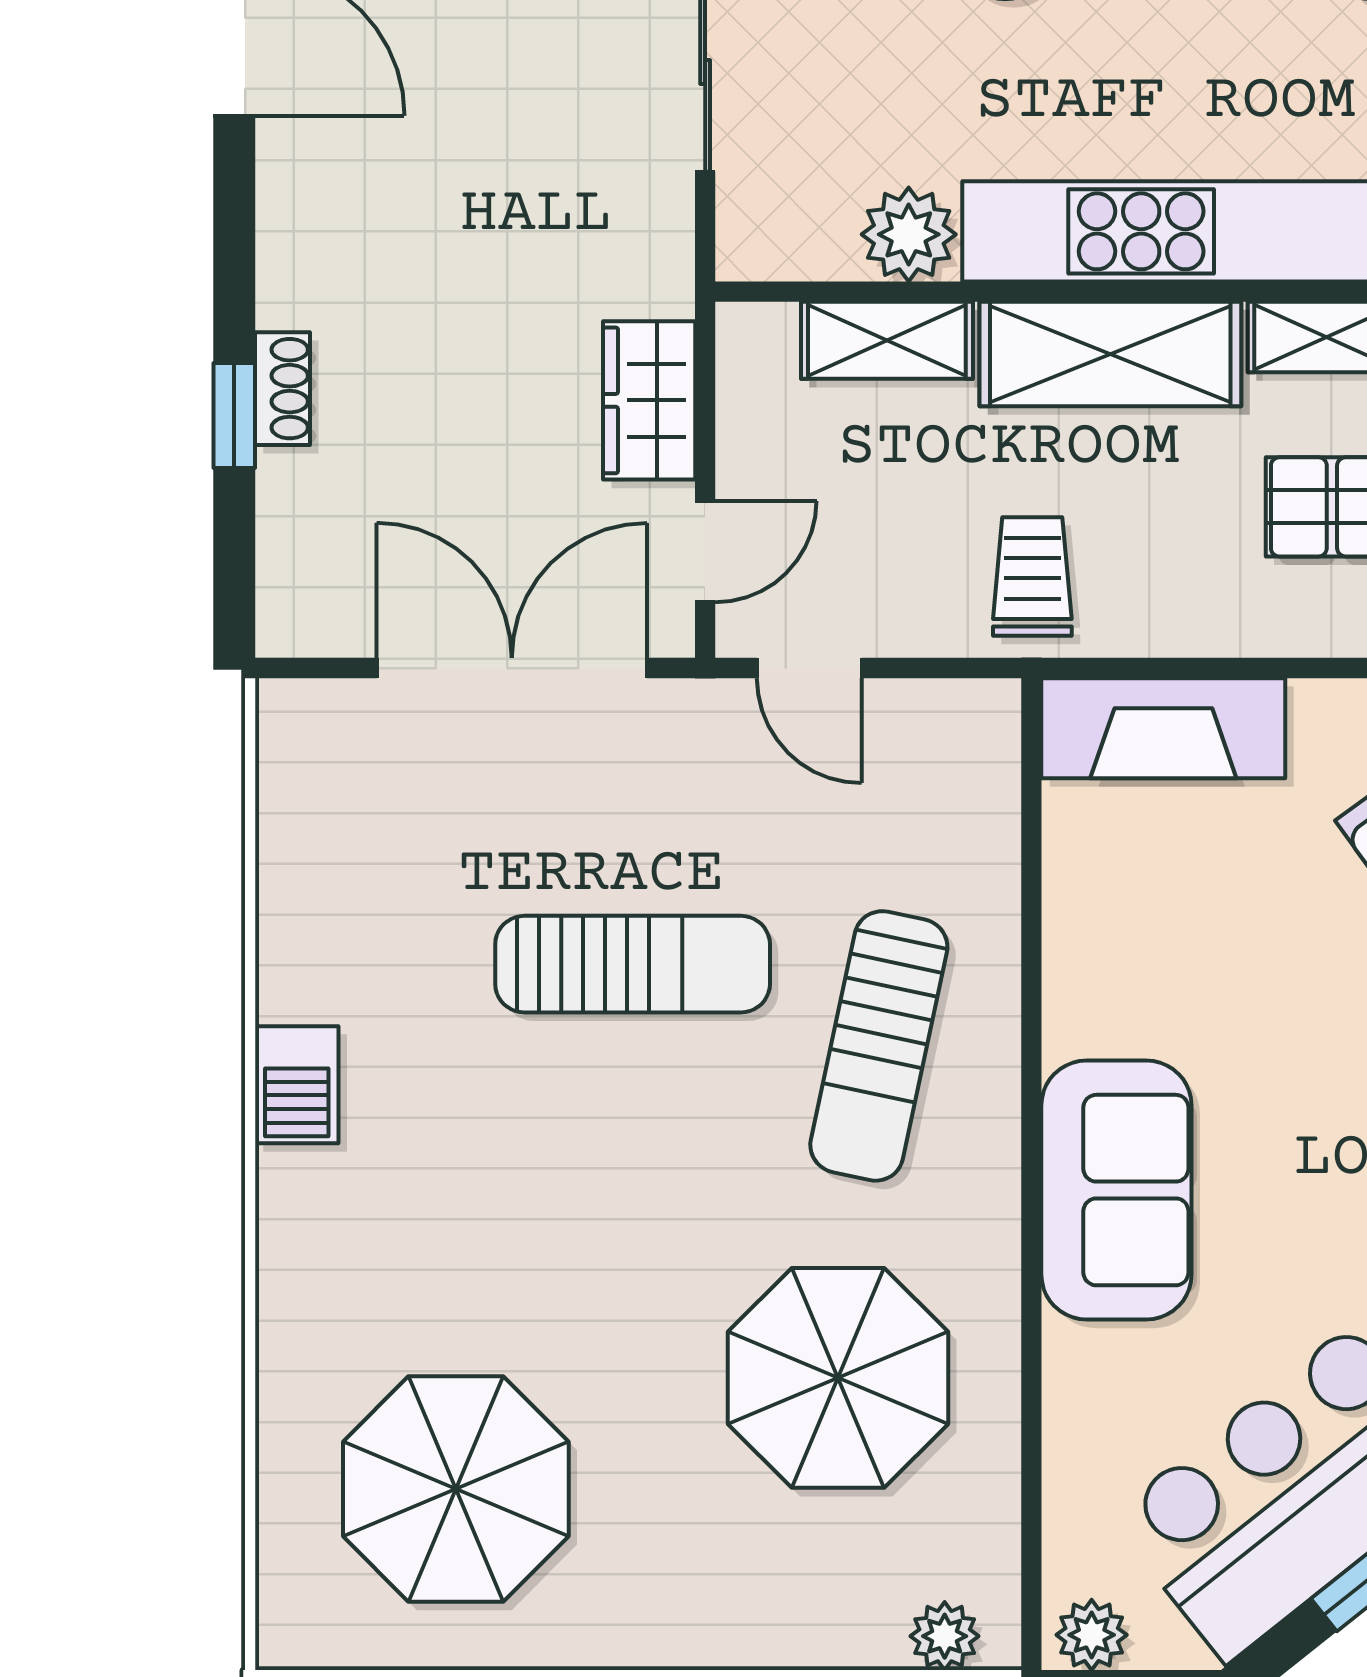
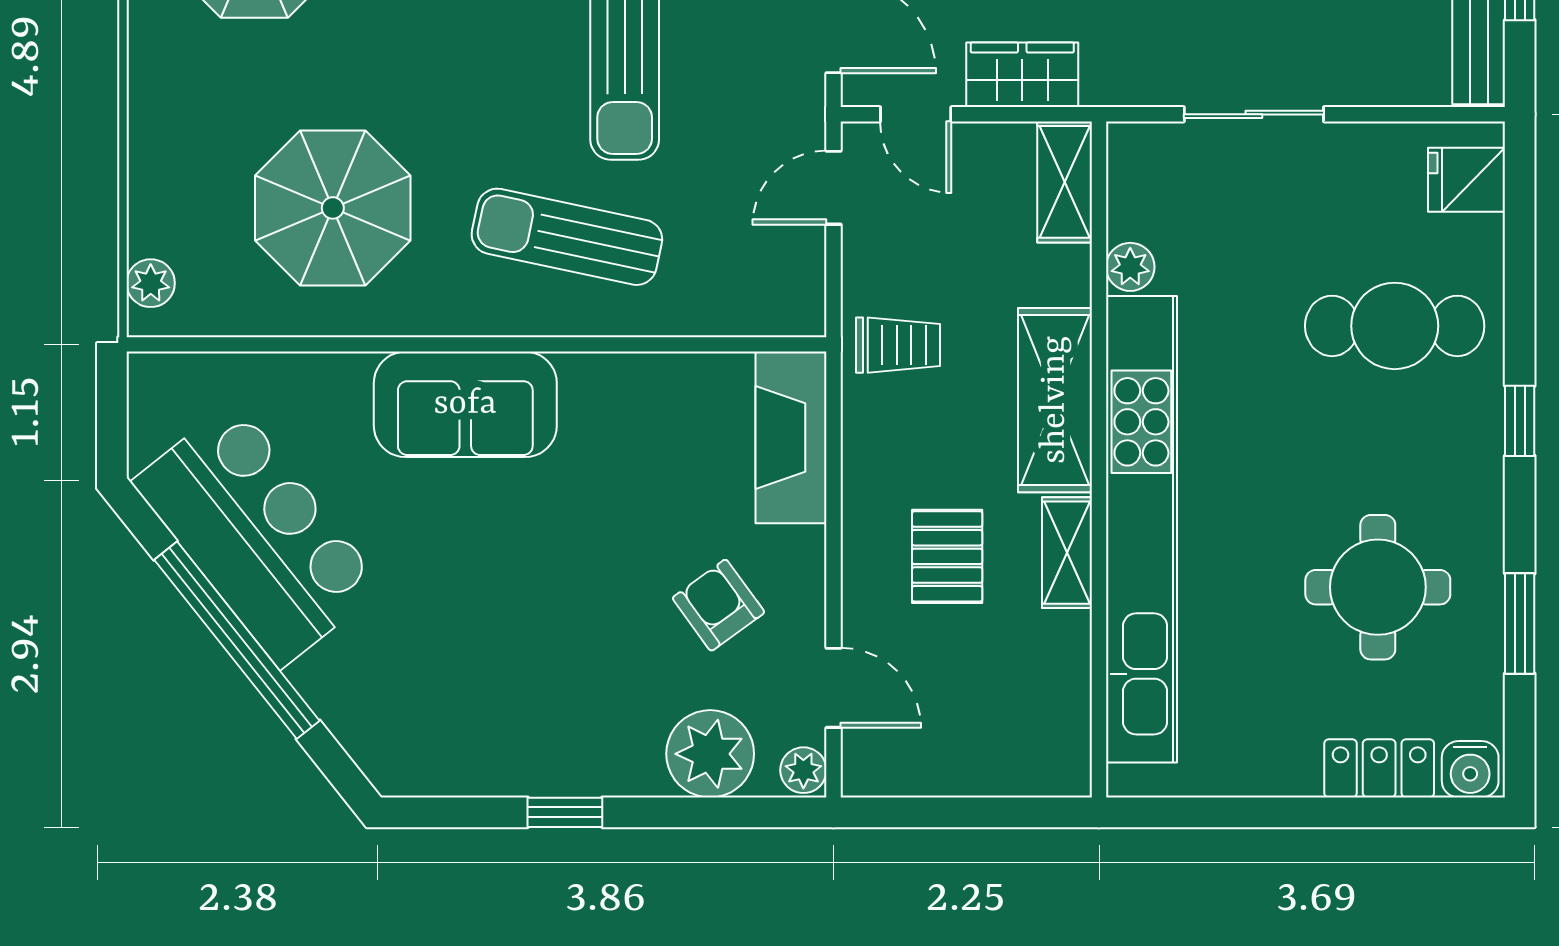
plant: (909, 234) -> (1130, 267), width x0.73, depth x0.73
shelving: (887, 340) -> (1065, 182), moved
plant: (1092, 1635) -> (151, 387), removed

